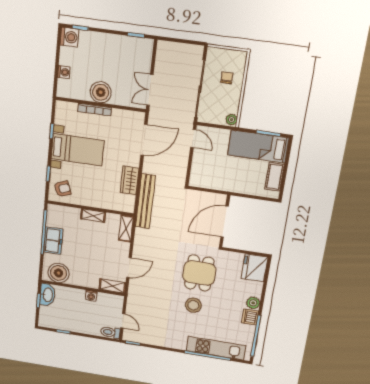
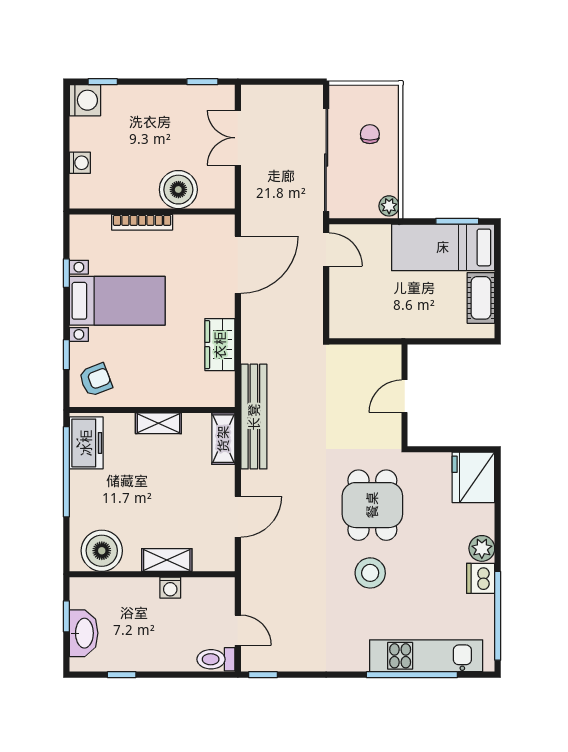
double door: (150, 90) -> (238, 138), moved
boiler: (101, 92) -> (178, 190), moved
bench: (145, 201) -> (254, 417), moved
door: (225, 222) -> (405, 396), width x0.53
freezer: (53, 241) -> (86, 443), moved
shelving: (112, 286) -> (167, 560), moved
washbasin: (47, 295) -> (84, 633), moved

